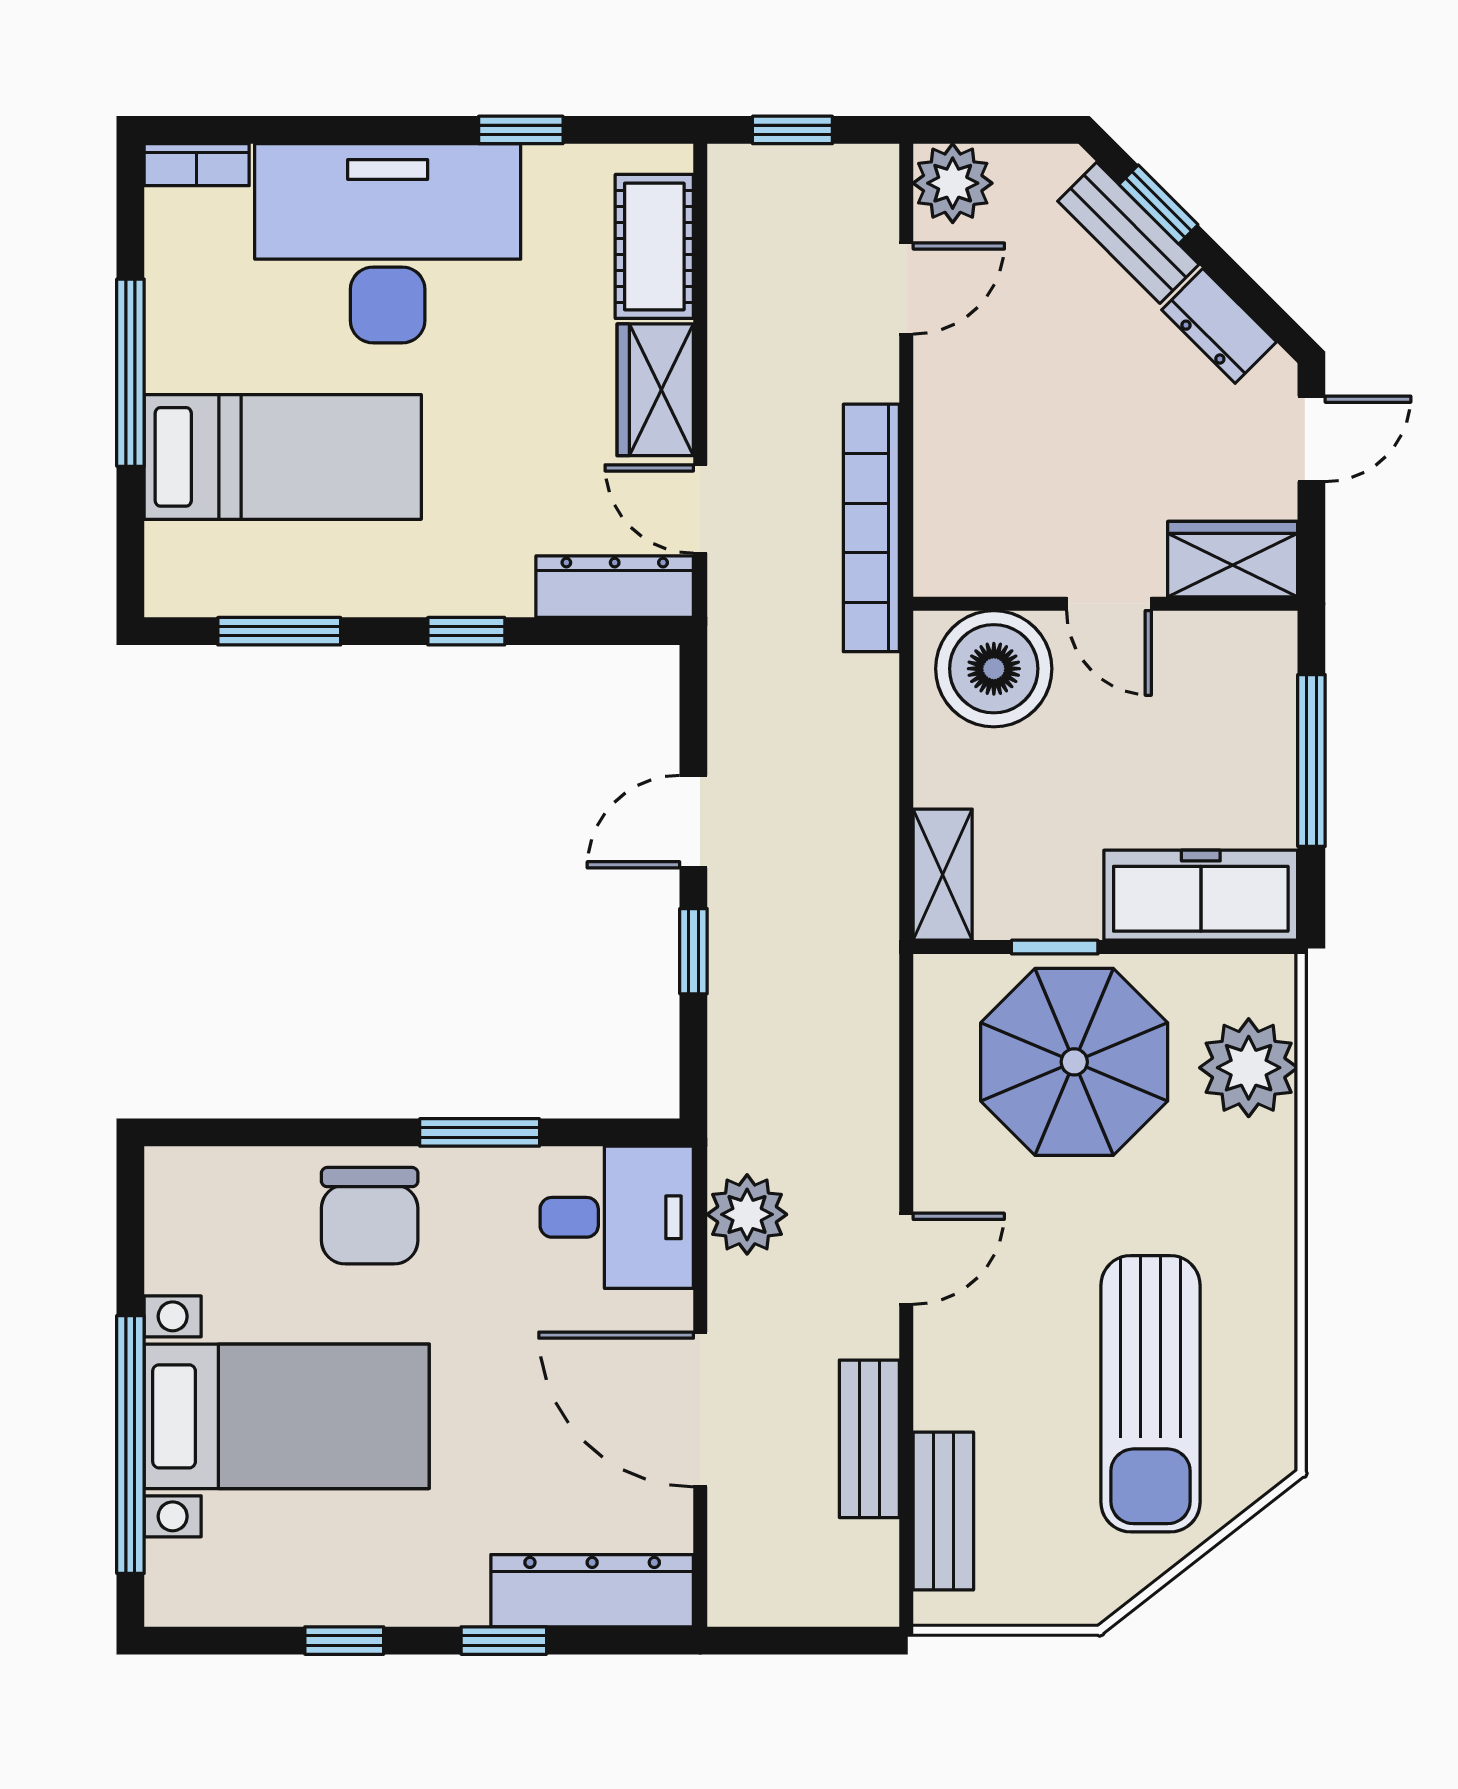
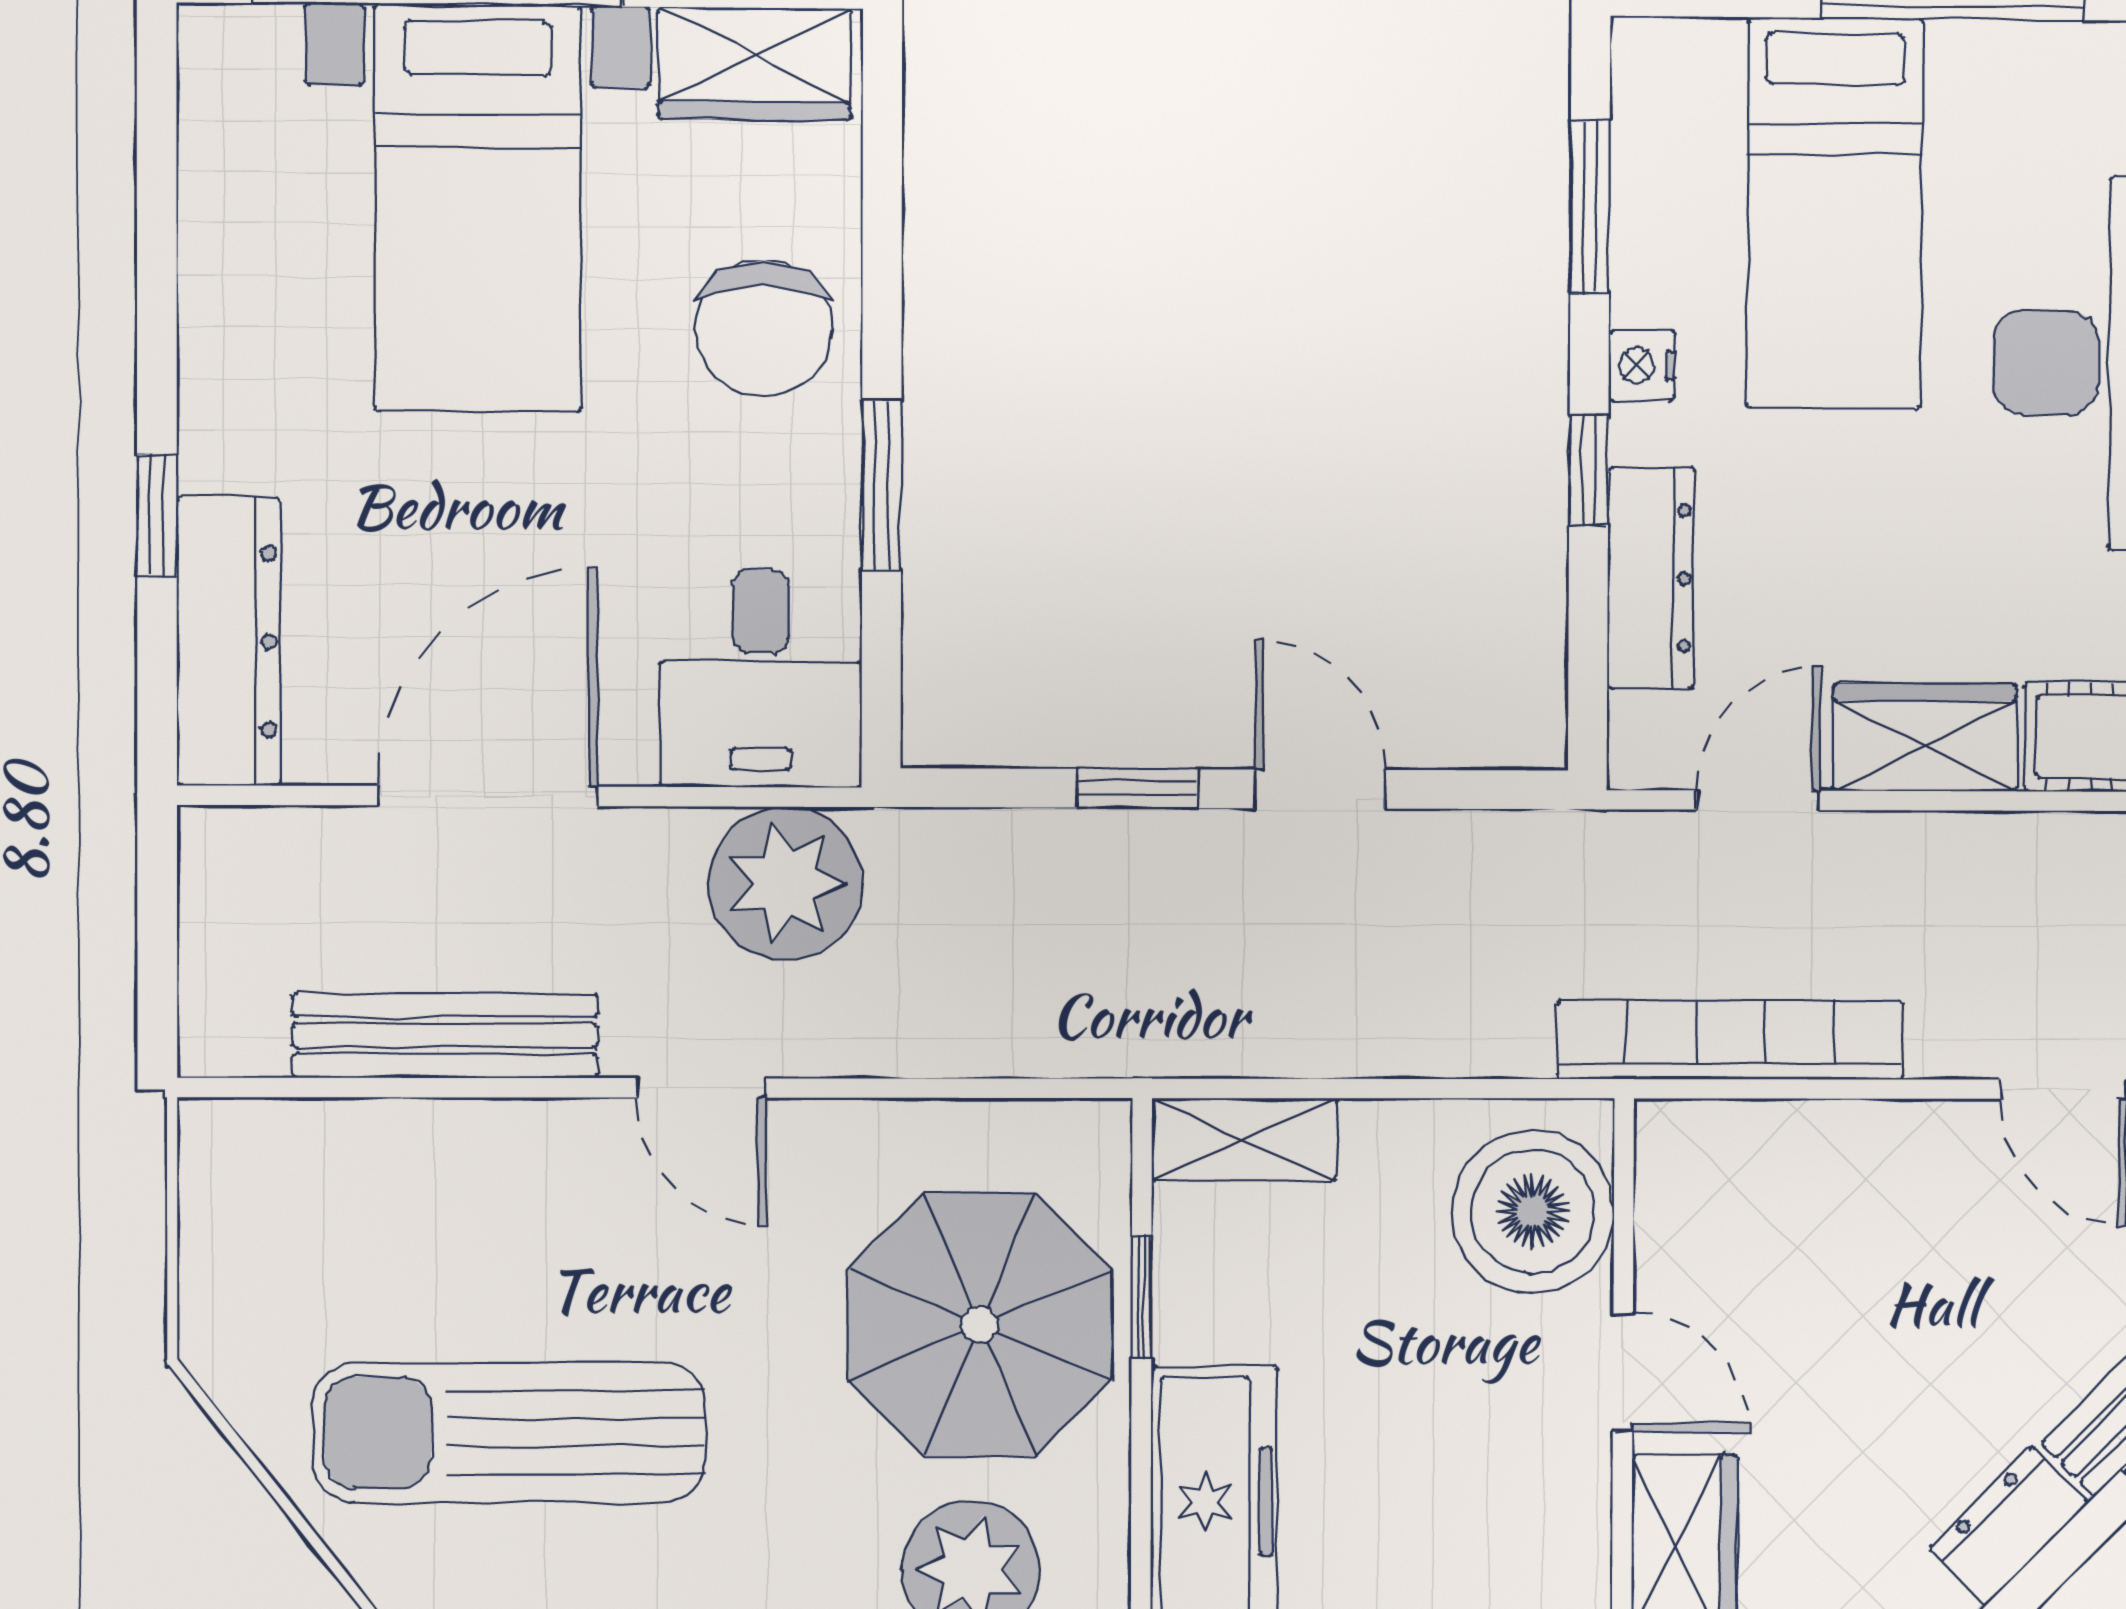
dresser: (615, 587) -> (1651, 578), moved
nightstand: (392, 594) -> (1642, 365), added
door: (1109, 604) -> (1623, 1373), swing flipped
plant: (747, 1214) -> (785, 884), width x1.36, depth x1.36
chair: (370, 1216) -> (764, 328), turned -90
wardrobe: (183, 1223) -> (754, 64), added
bench: (869, 1439) -> (445, 1035), width x1.36
bench: (943, 1511) -> (343, 1140), removed
window: (344, 1641) -> (157, 288), removed

